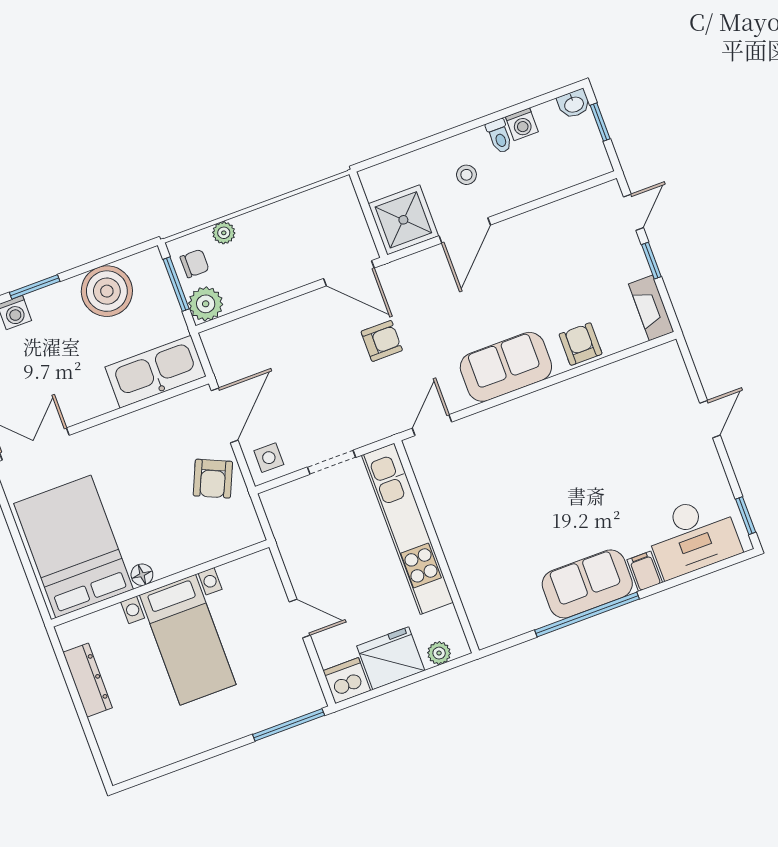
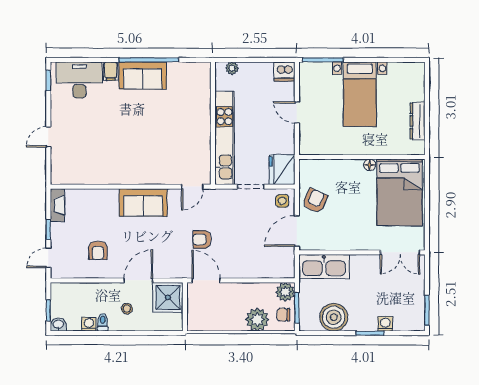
plant: (224, 233) -> (257, 320), width x1.87, depth x1.87
armchair: (581, 344) -> (98, 250), moved
bed with nightstands: (188, 640) -> (360, 94), moved, turned 180
fridge: (391, 658) -> (282, 169), moved, turned 90

